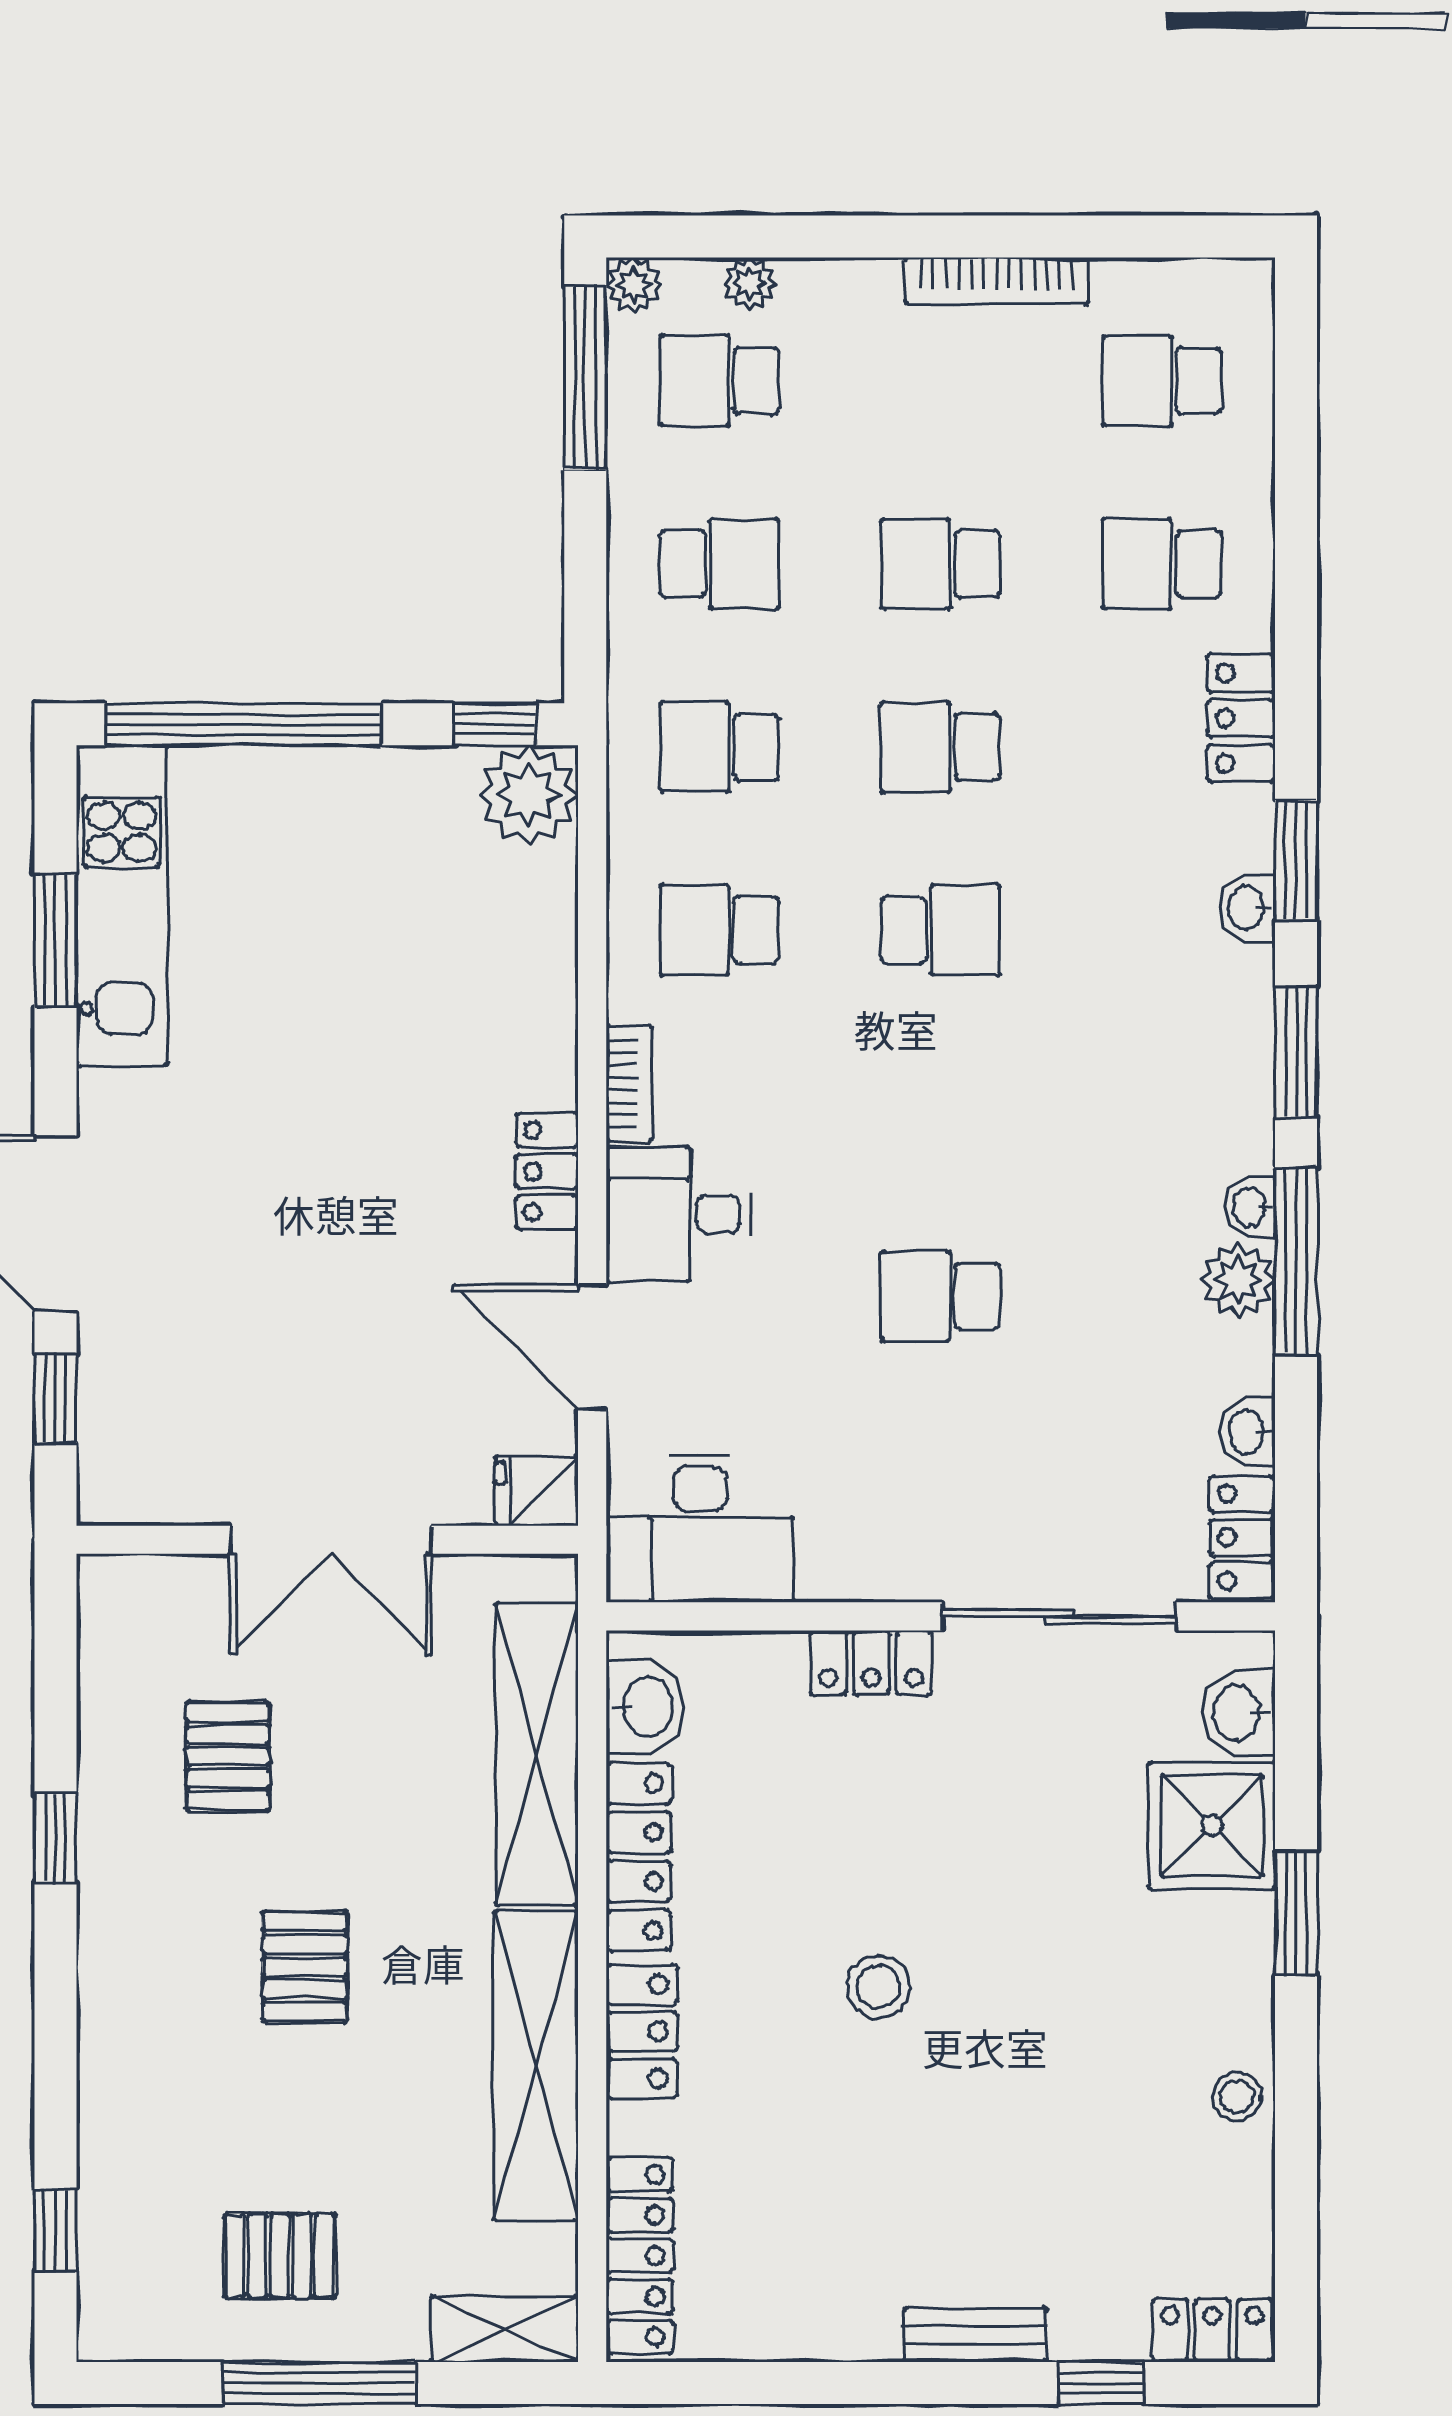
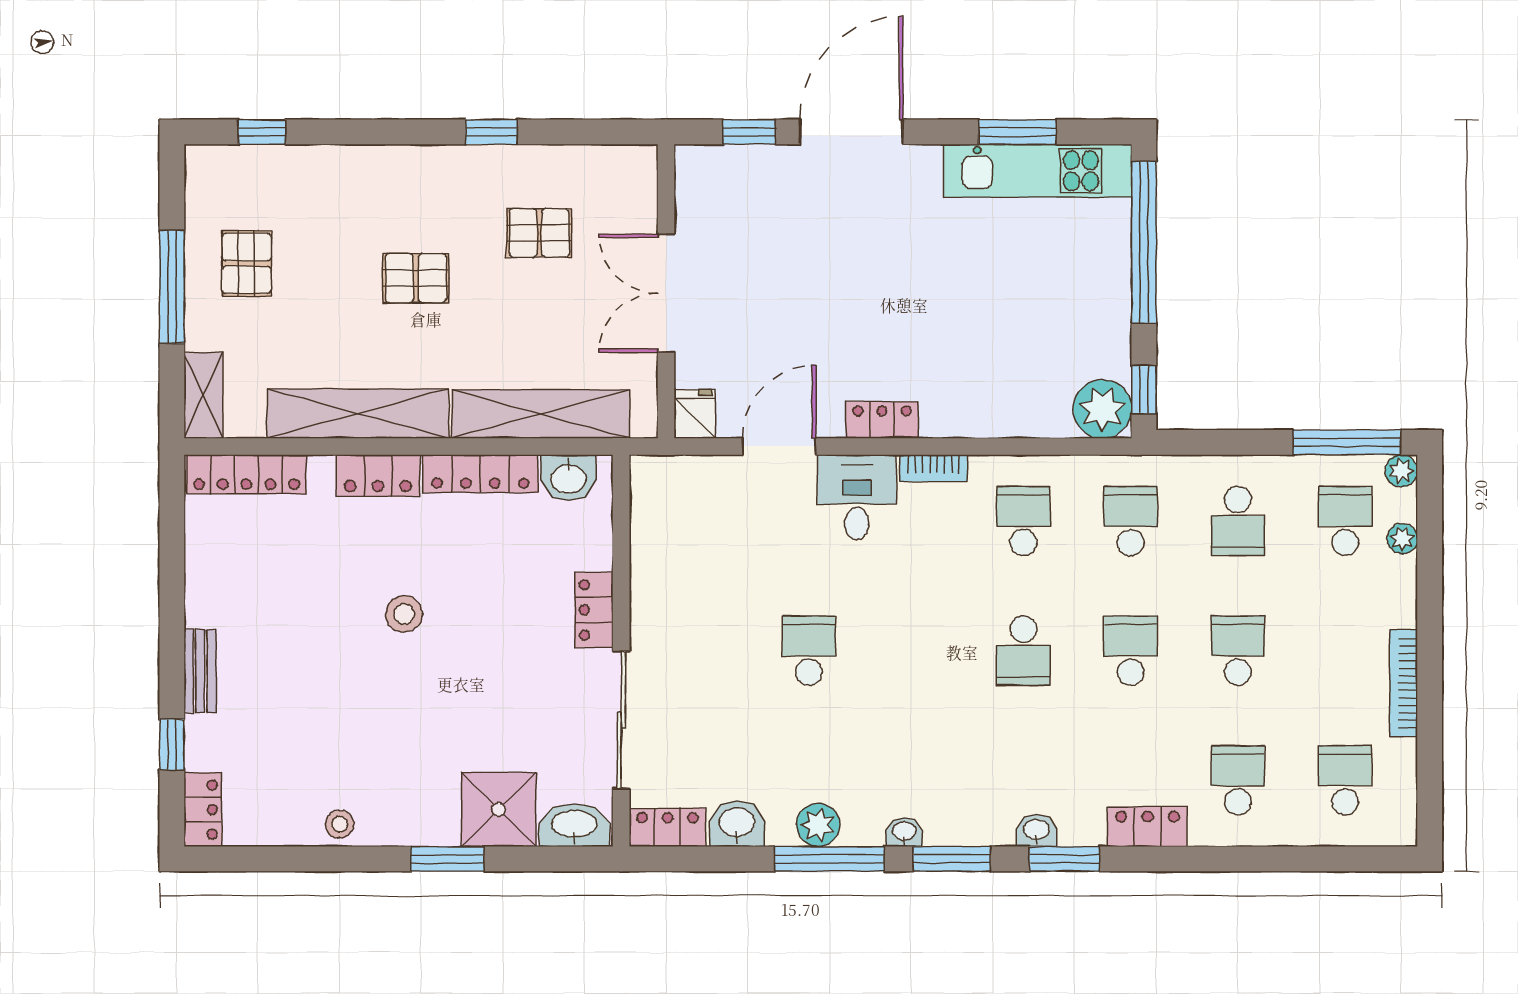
washbasin: (1250, 1207) -> (904, 832), moved
washbasin: (1248, 1432) -> (737, 824), width x1.38, depth x1.45
desk: (700, 1529) -> (673, 510), removed
washbasin: (1238, 1713) -> (574, 825), width x1.38

